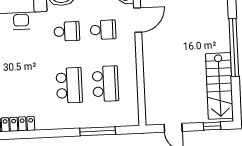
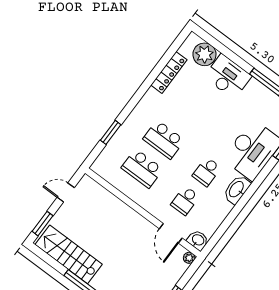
window: (212, 126) -> (42, 224), width x1.50
window: (98, 131) -> (111, 132), width x0.69

